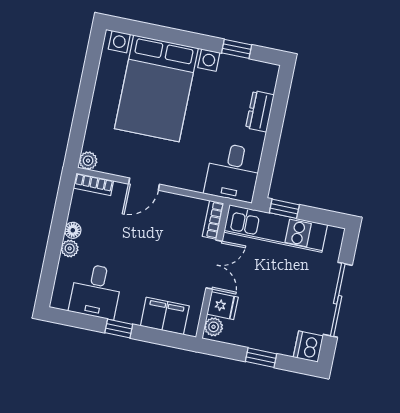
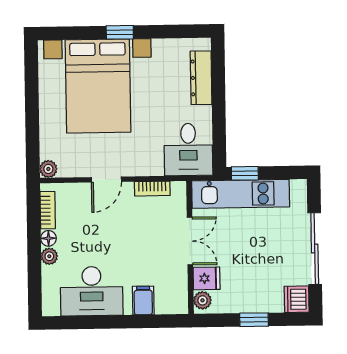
window: (237, 49) -> (120, 32), moved
dresser: (260, 111) -> (201, 78), width x1.44
bookcase: (93, 184) -> (48, 210), moved, turned -90
bookcase: (213, 220) -> (152, 189), moved, turned -90
desk: (96, 291) -> (92, 291), width x1.37
filing cabinet: (165, 316) -> (143, 300), width x0.50
window: (119, 328) -> (113, 322), removed

